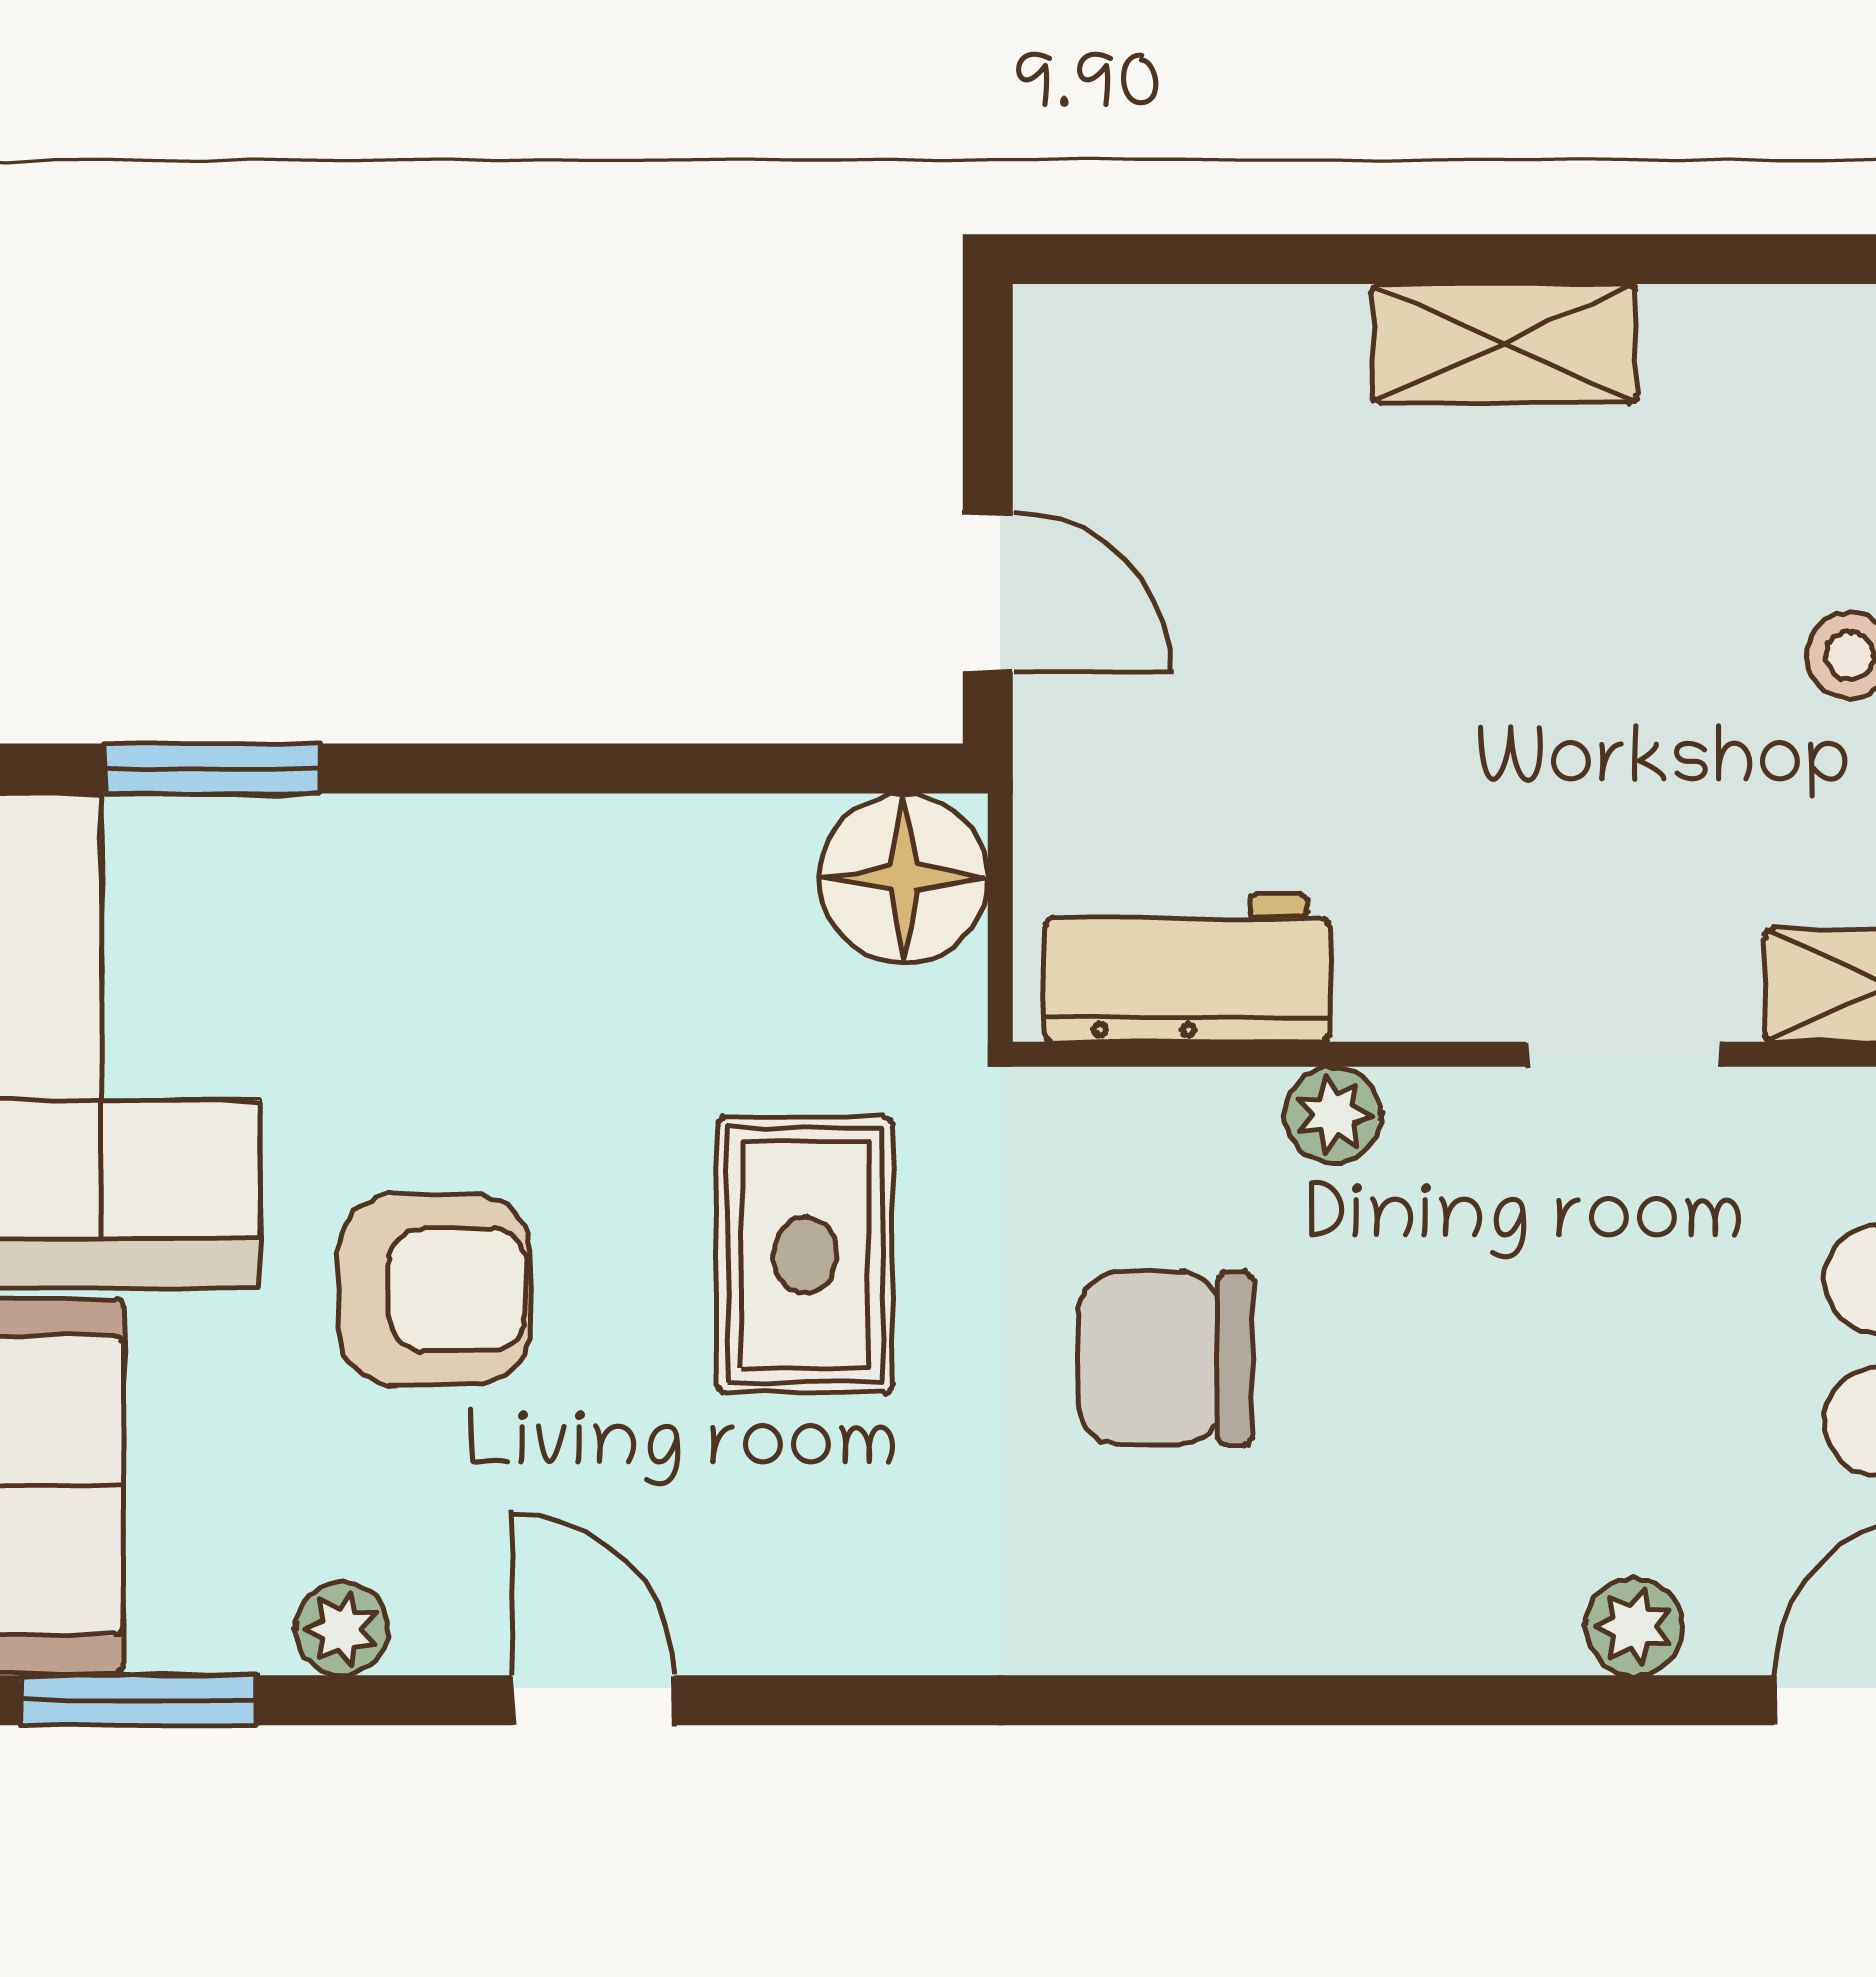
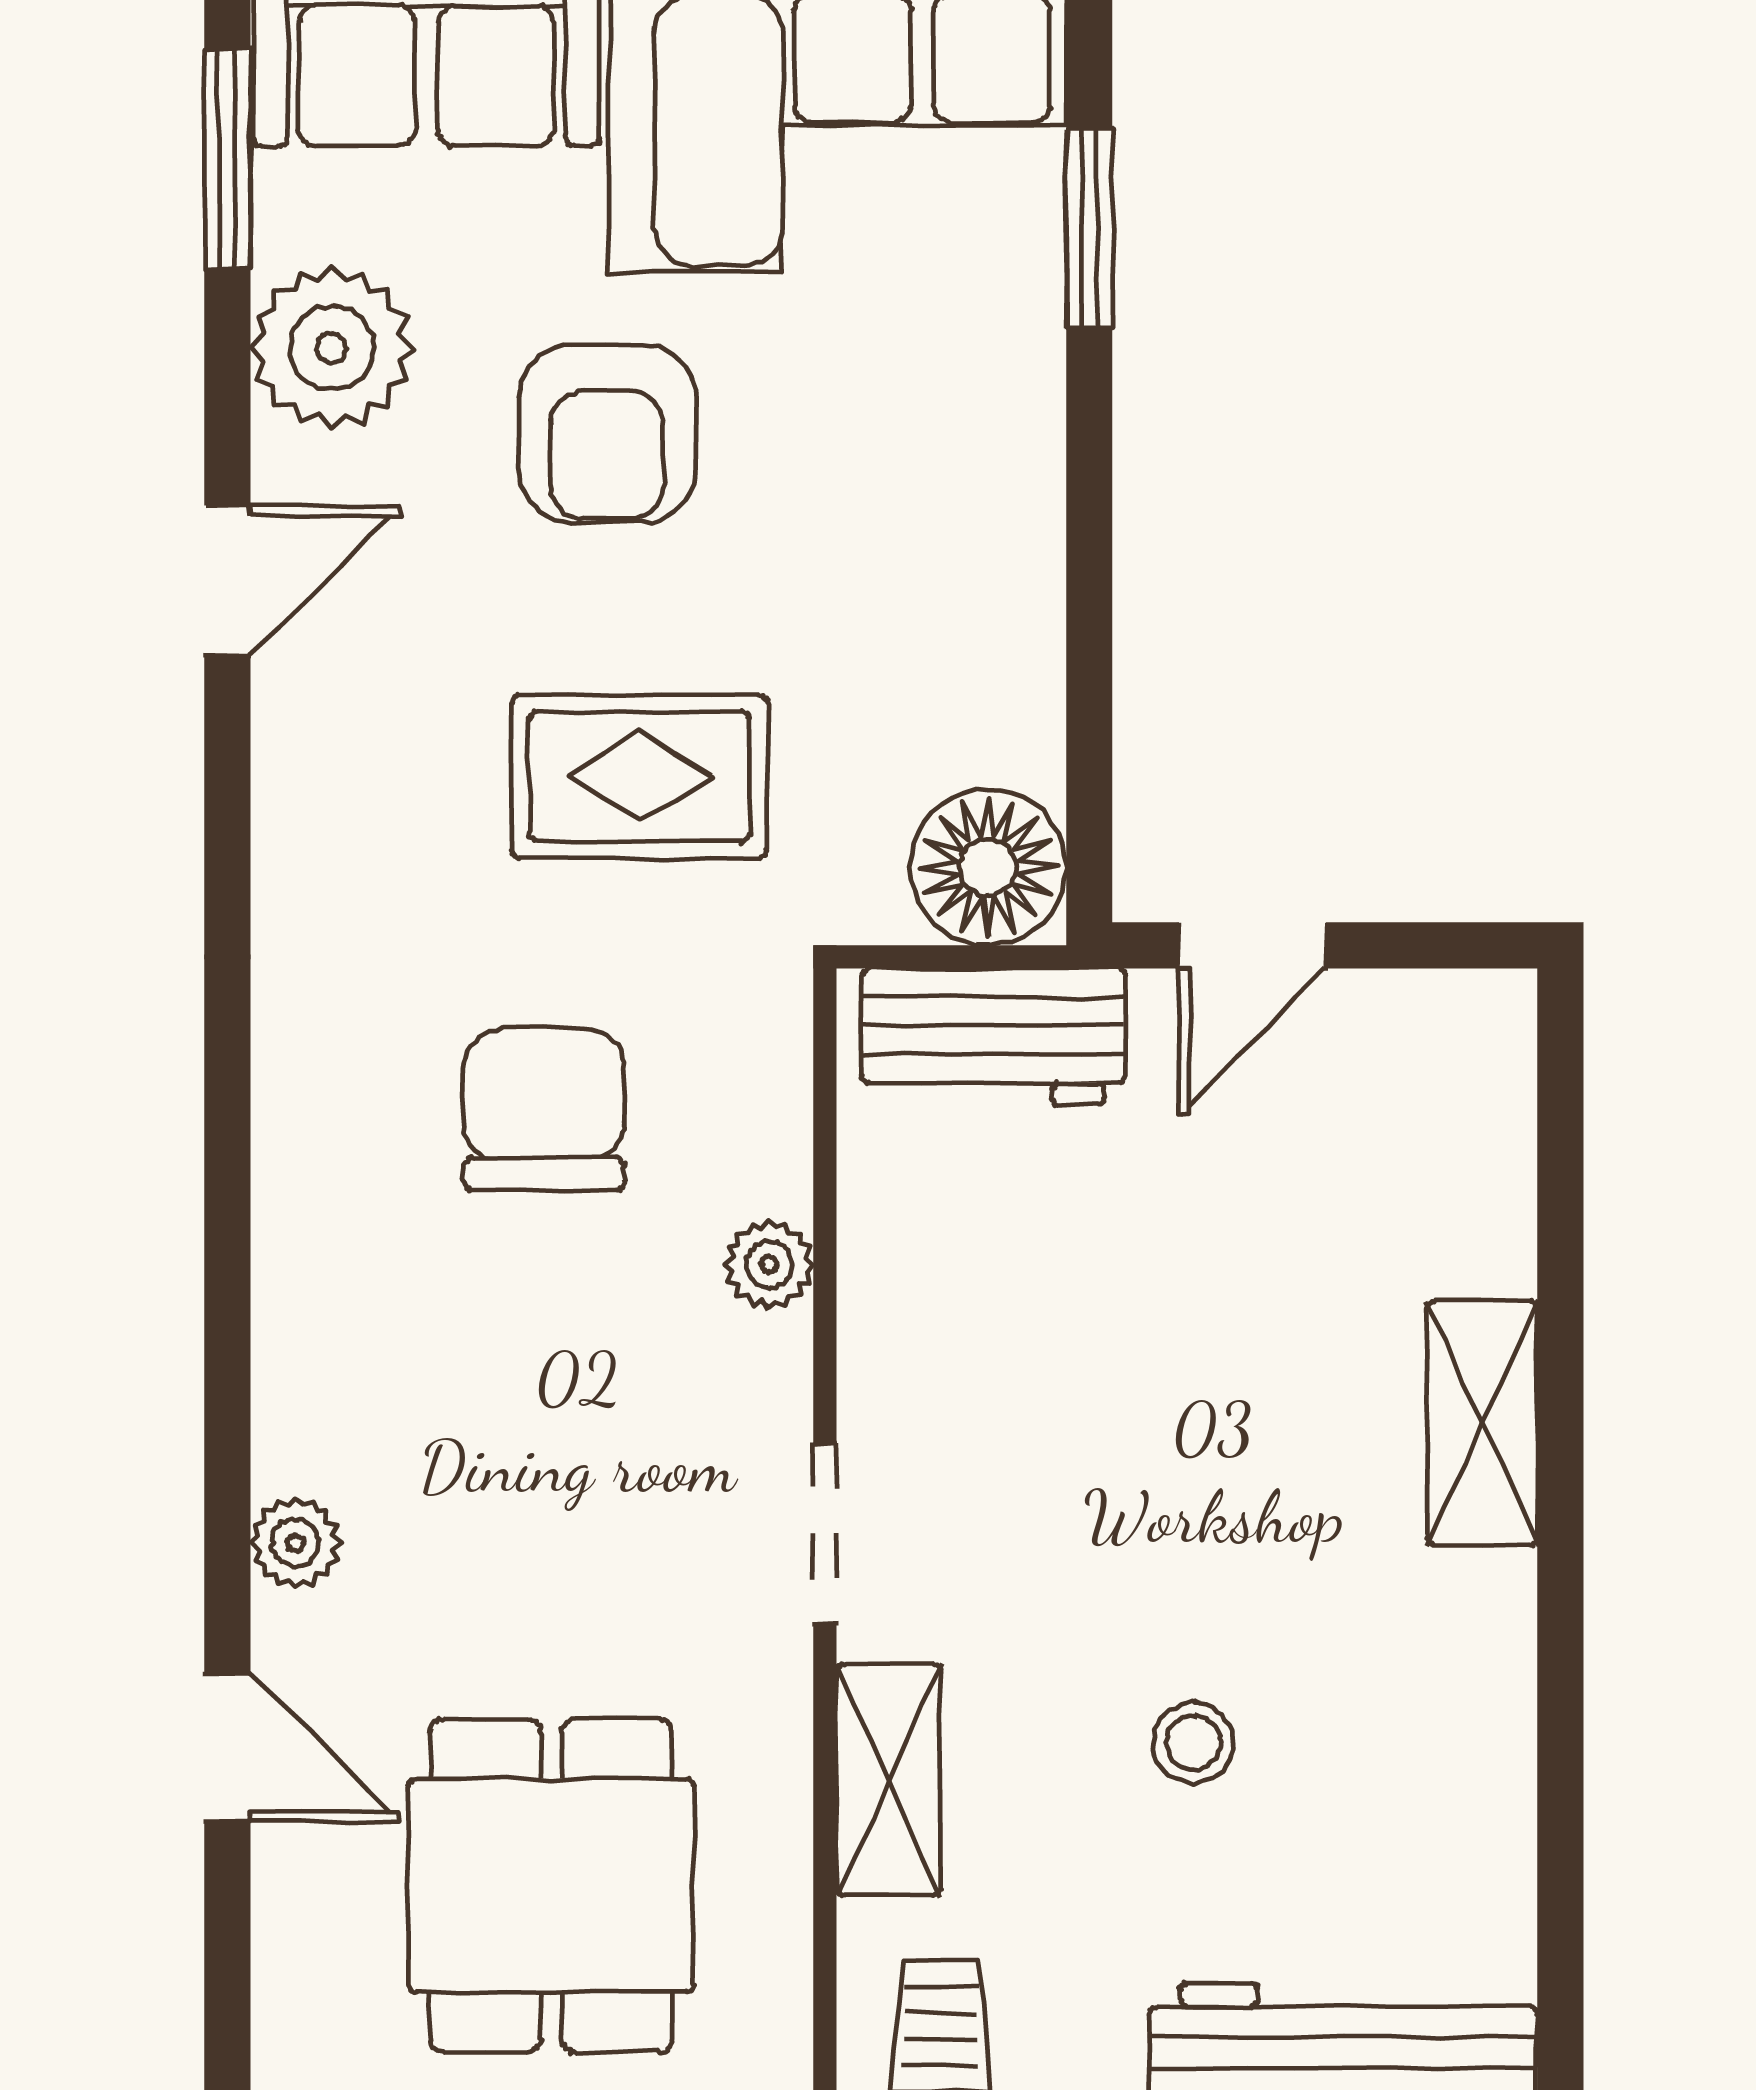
workbench: (1187, 968) -> (994, 1037), moved, turned 90
plant: (342, 1629) -> (332, 348), width x1.88, depth x1.88

